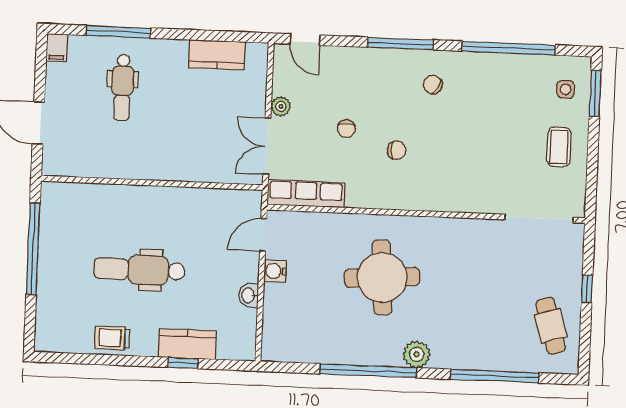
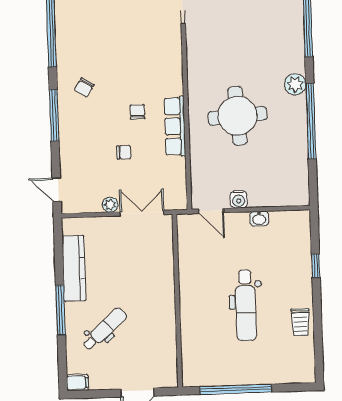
window: (118, 32) -> (61, 310), moved
door: (305, 40) -> (57, 190), swing flipped
kitchen counter: (217, 55) -> (74, 268), width x1.50
dental chair: (122, 87) -> (105, 329), turned -42
double door: (267, 146) -> (142, 213), swing flipped
row of seats: (306, 194) -> (175, 126), moved
kitchen counter: (187, 344) -> (301, 264), removed

